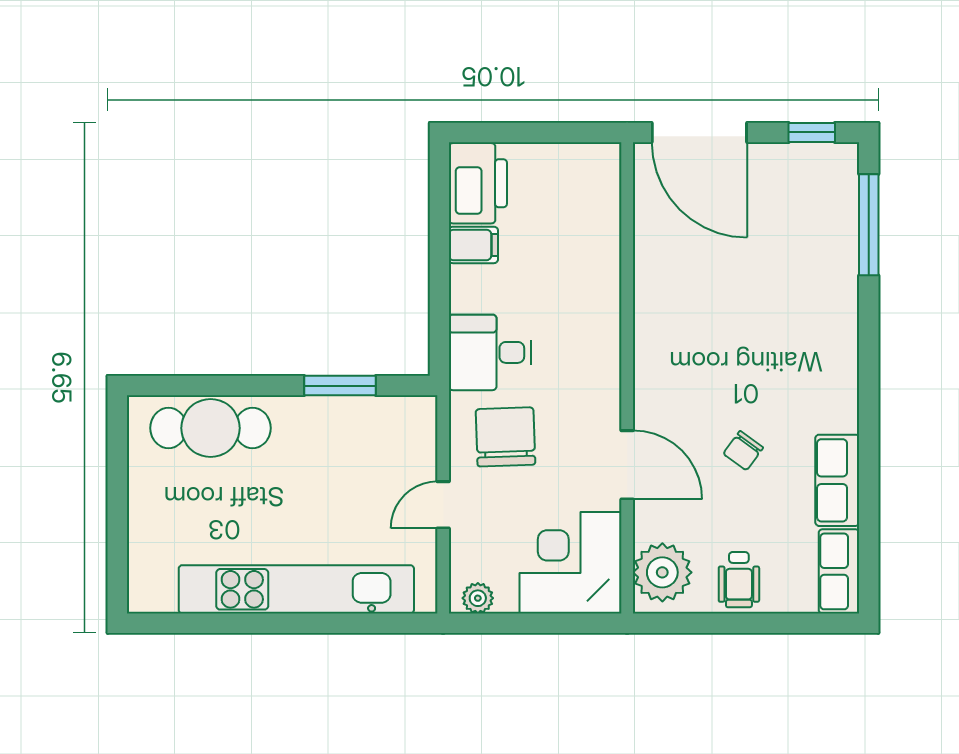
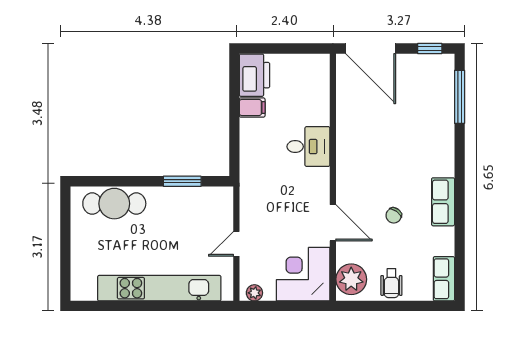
desk: (490, 352) -> (308, 147), moved, turned 180
chair: (505, 437) -> (269, 208), removed
row of seats: (837, 480) -> (443, 202), moved

